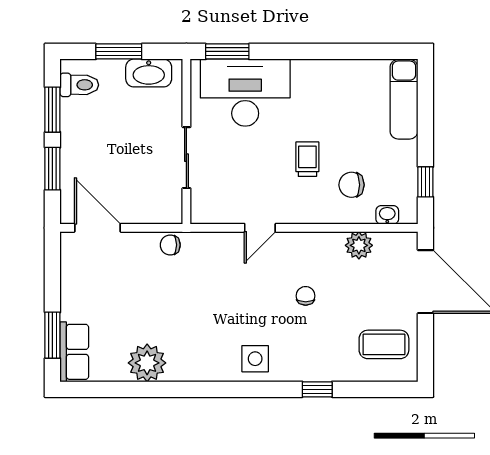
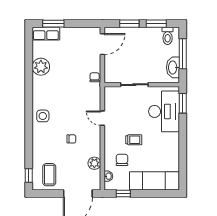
window: (119, 51) -> (183, 54), width x1.44
exam couch: (404, 99) -> (154, 181), width x1.36, depth x1.45
window: (317, 389) -> (29, 175), moved

